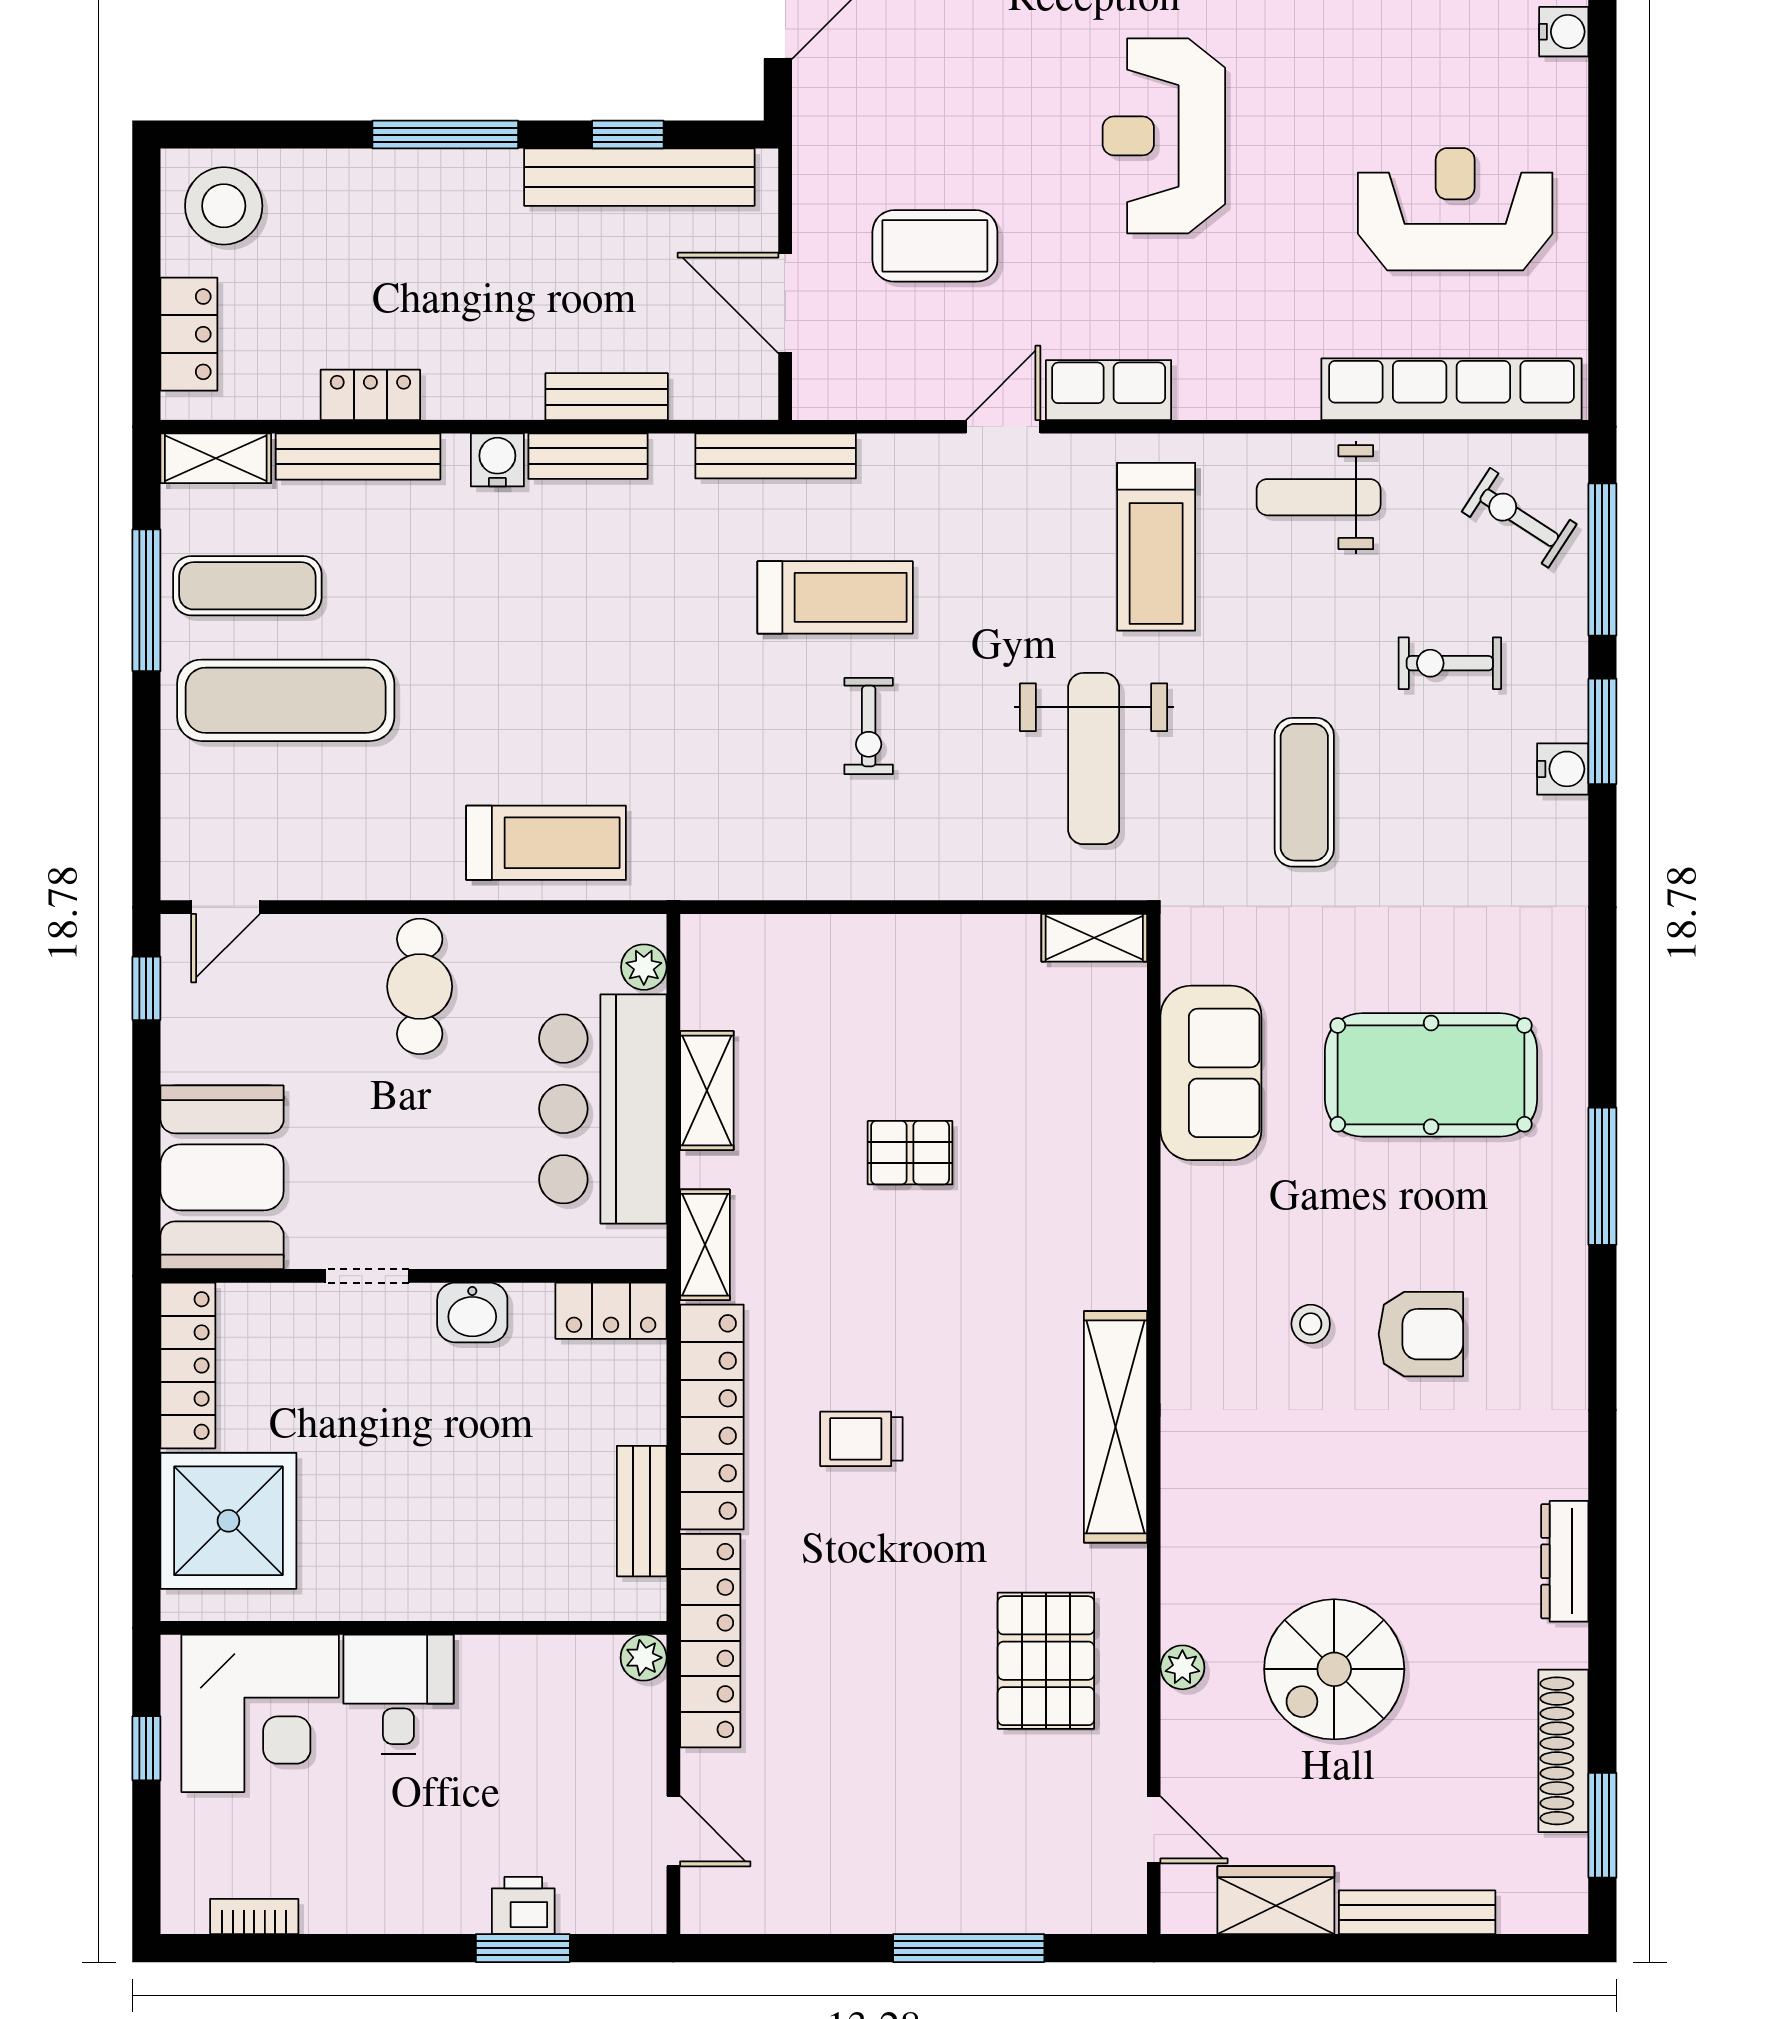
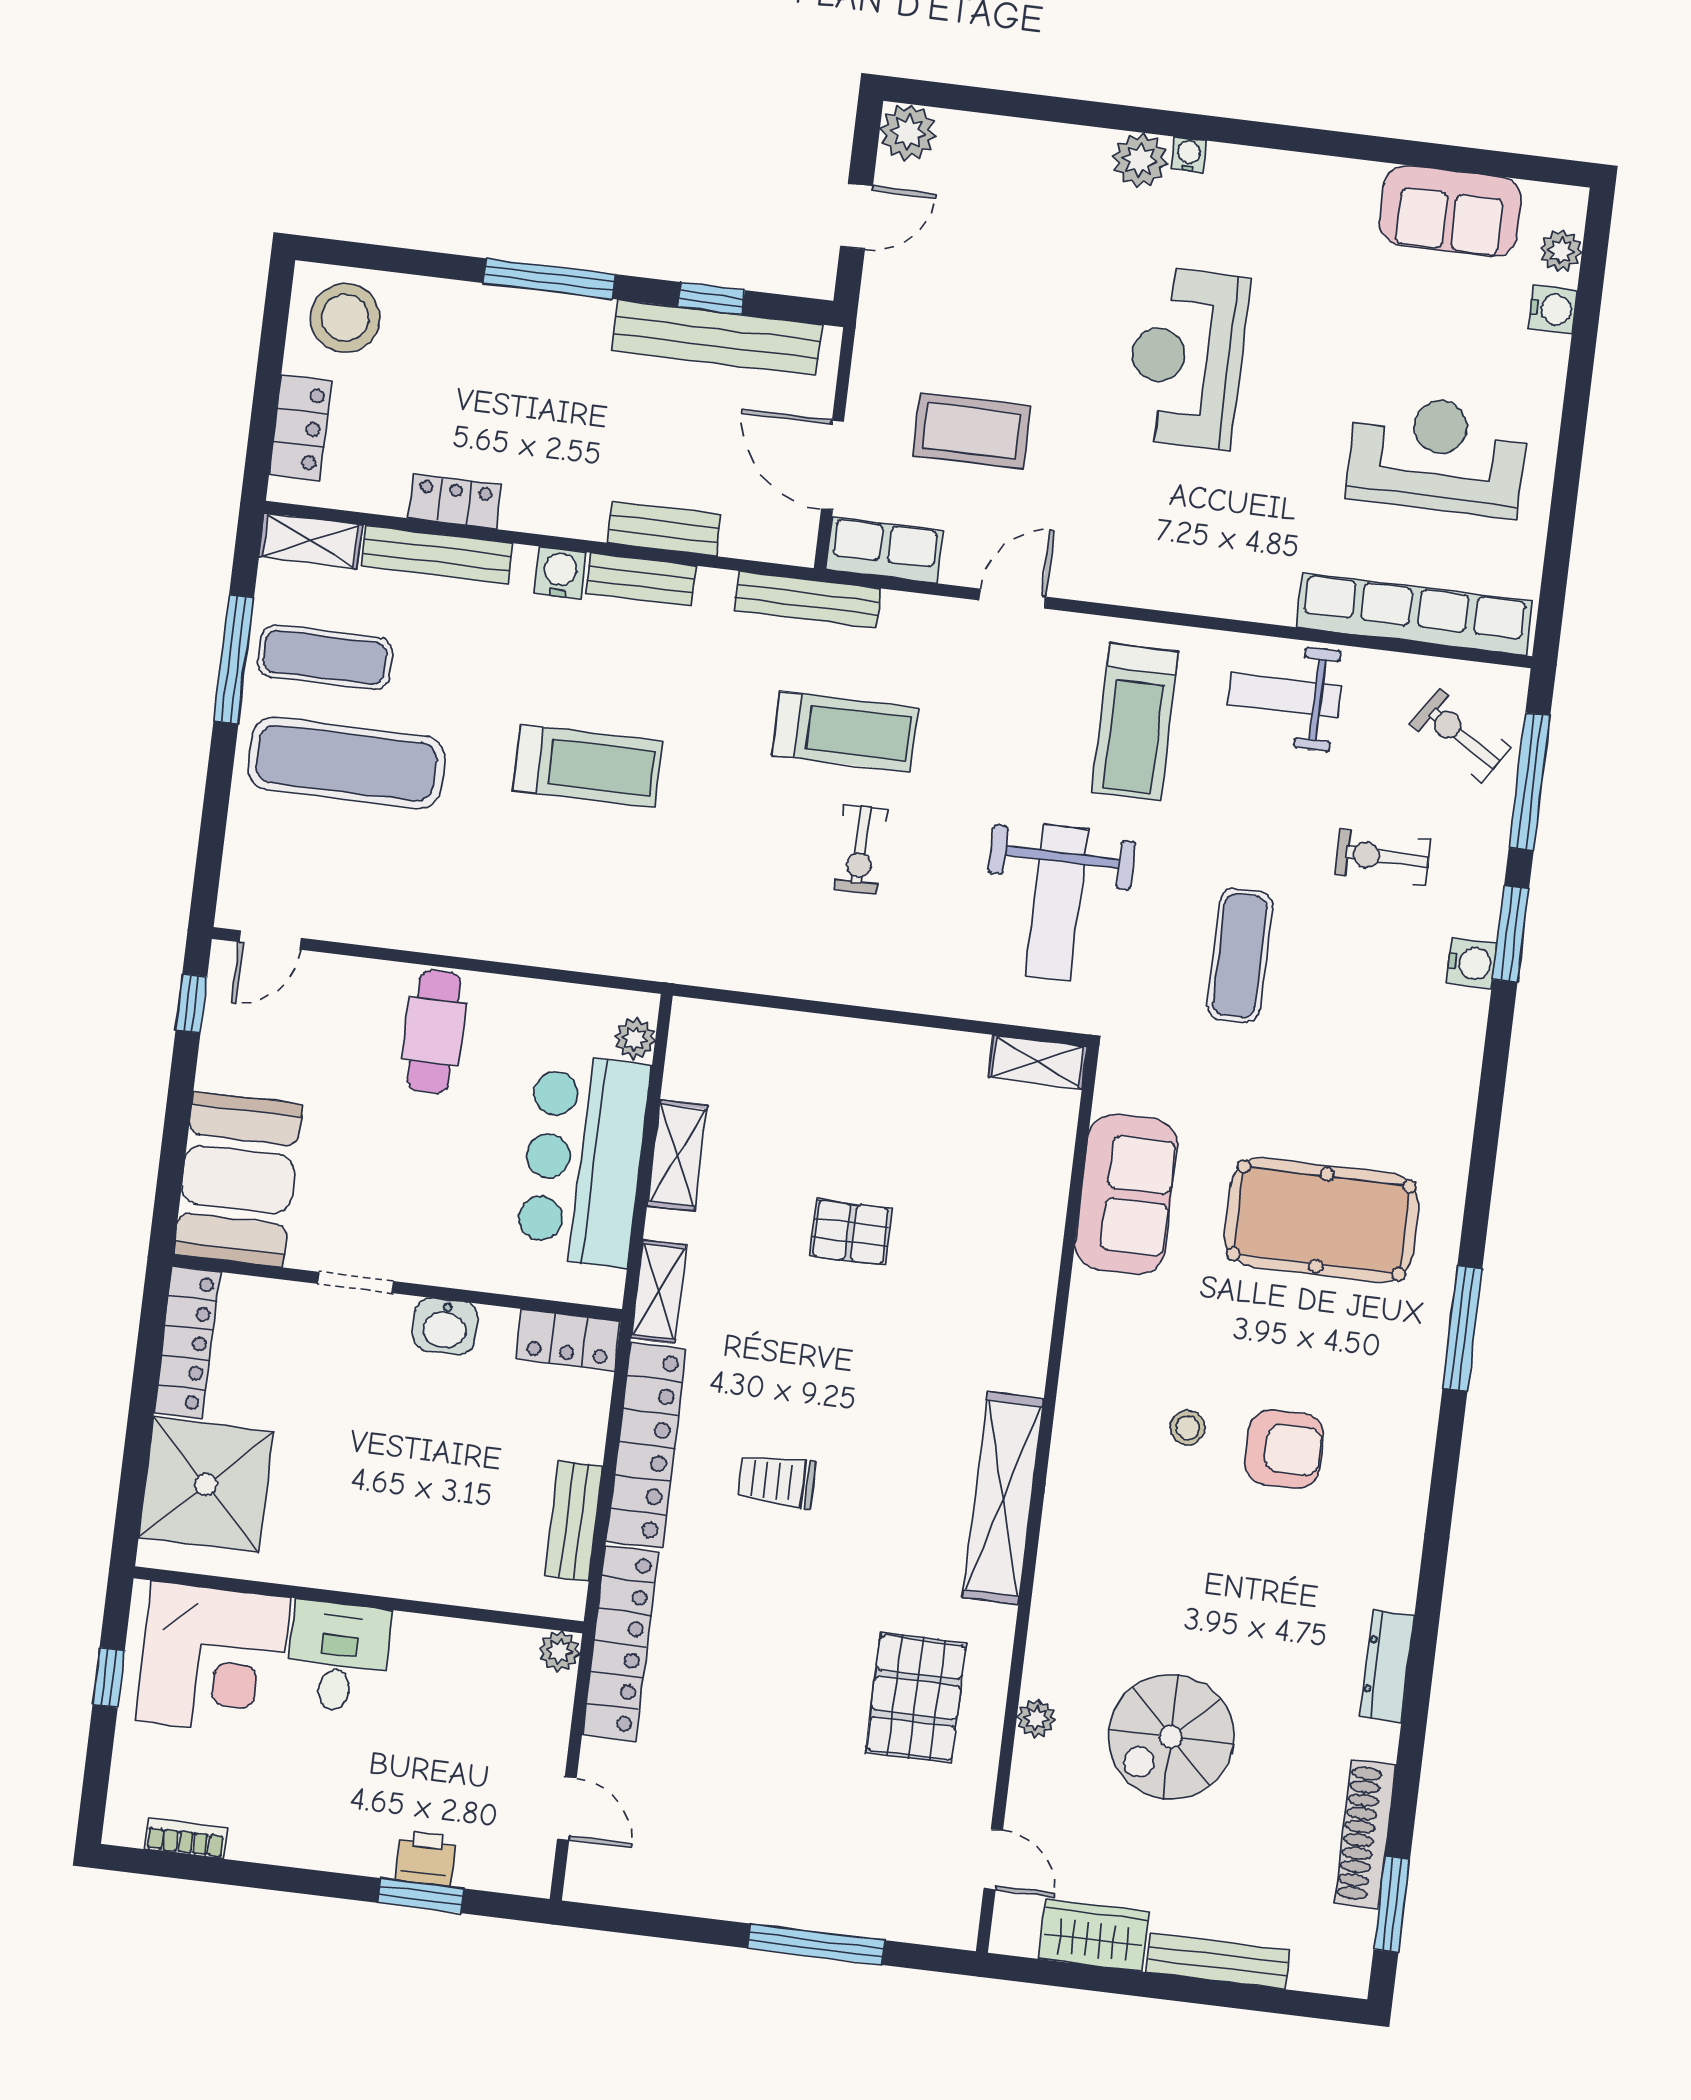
row of seats: (1109, 390) -> (884, 550), moved
treadmill: (546, 843) -> (588, 766), moved

